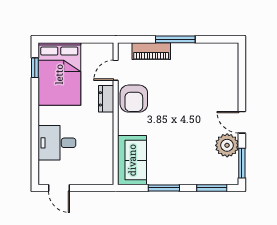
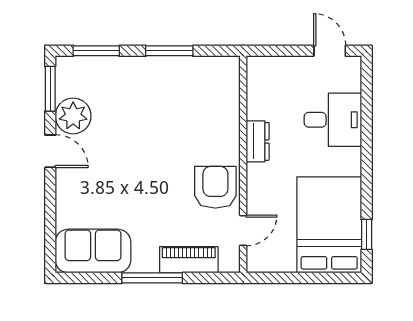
dresser: (106, 99) -> (258, 141), moved
sofa: (132, 160) -> (93, 251), moved, turned 90

